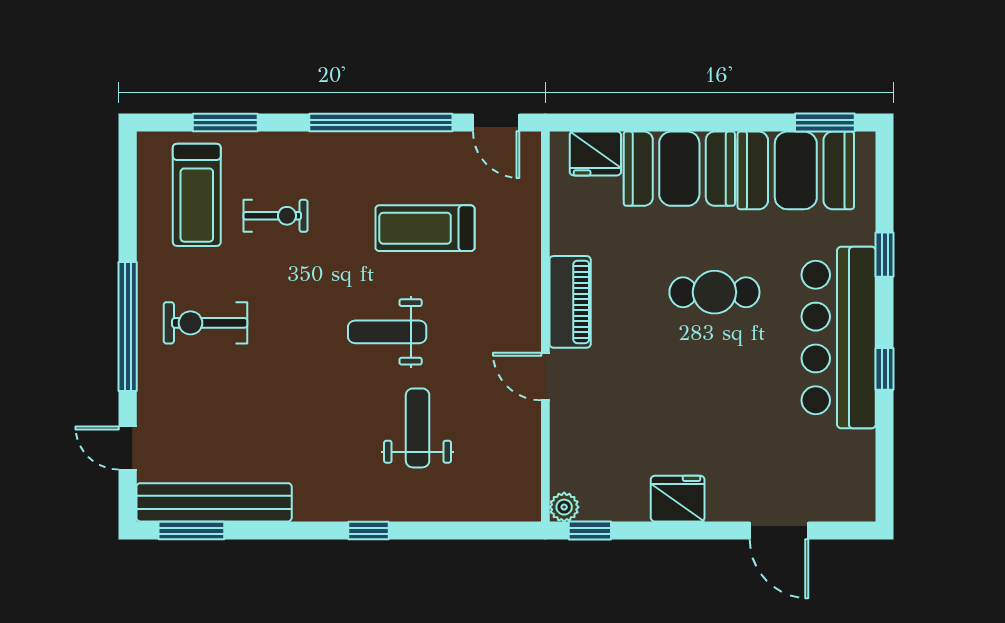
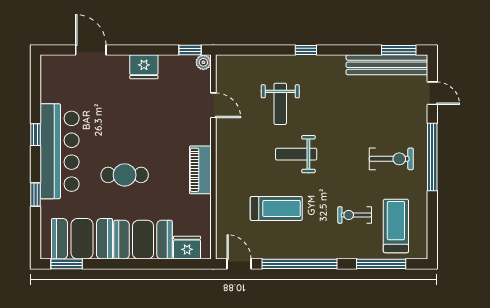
window: (225, 123) -> (381, 264), width x1.44
weight bench: (387, 332) -> (296, 154), turned 180
door: (545, 377) -> (213, 105), moved

